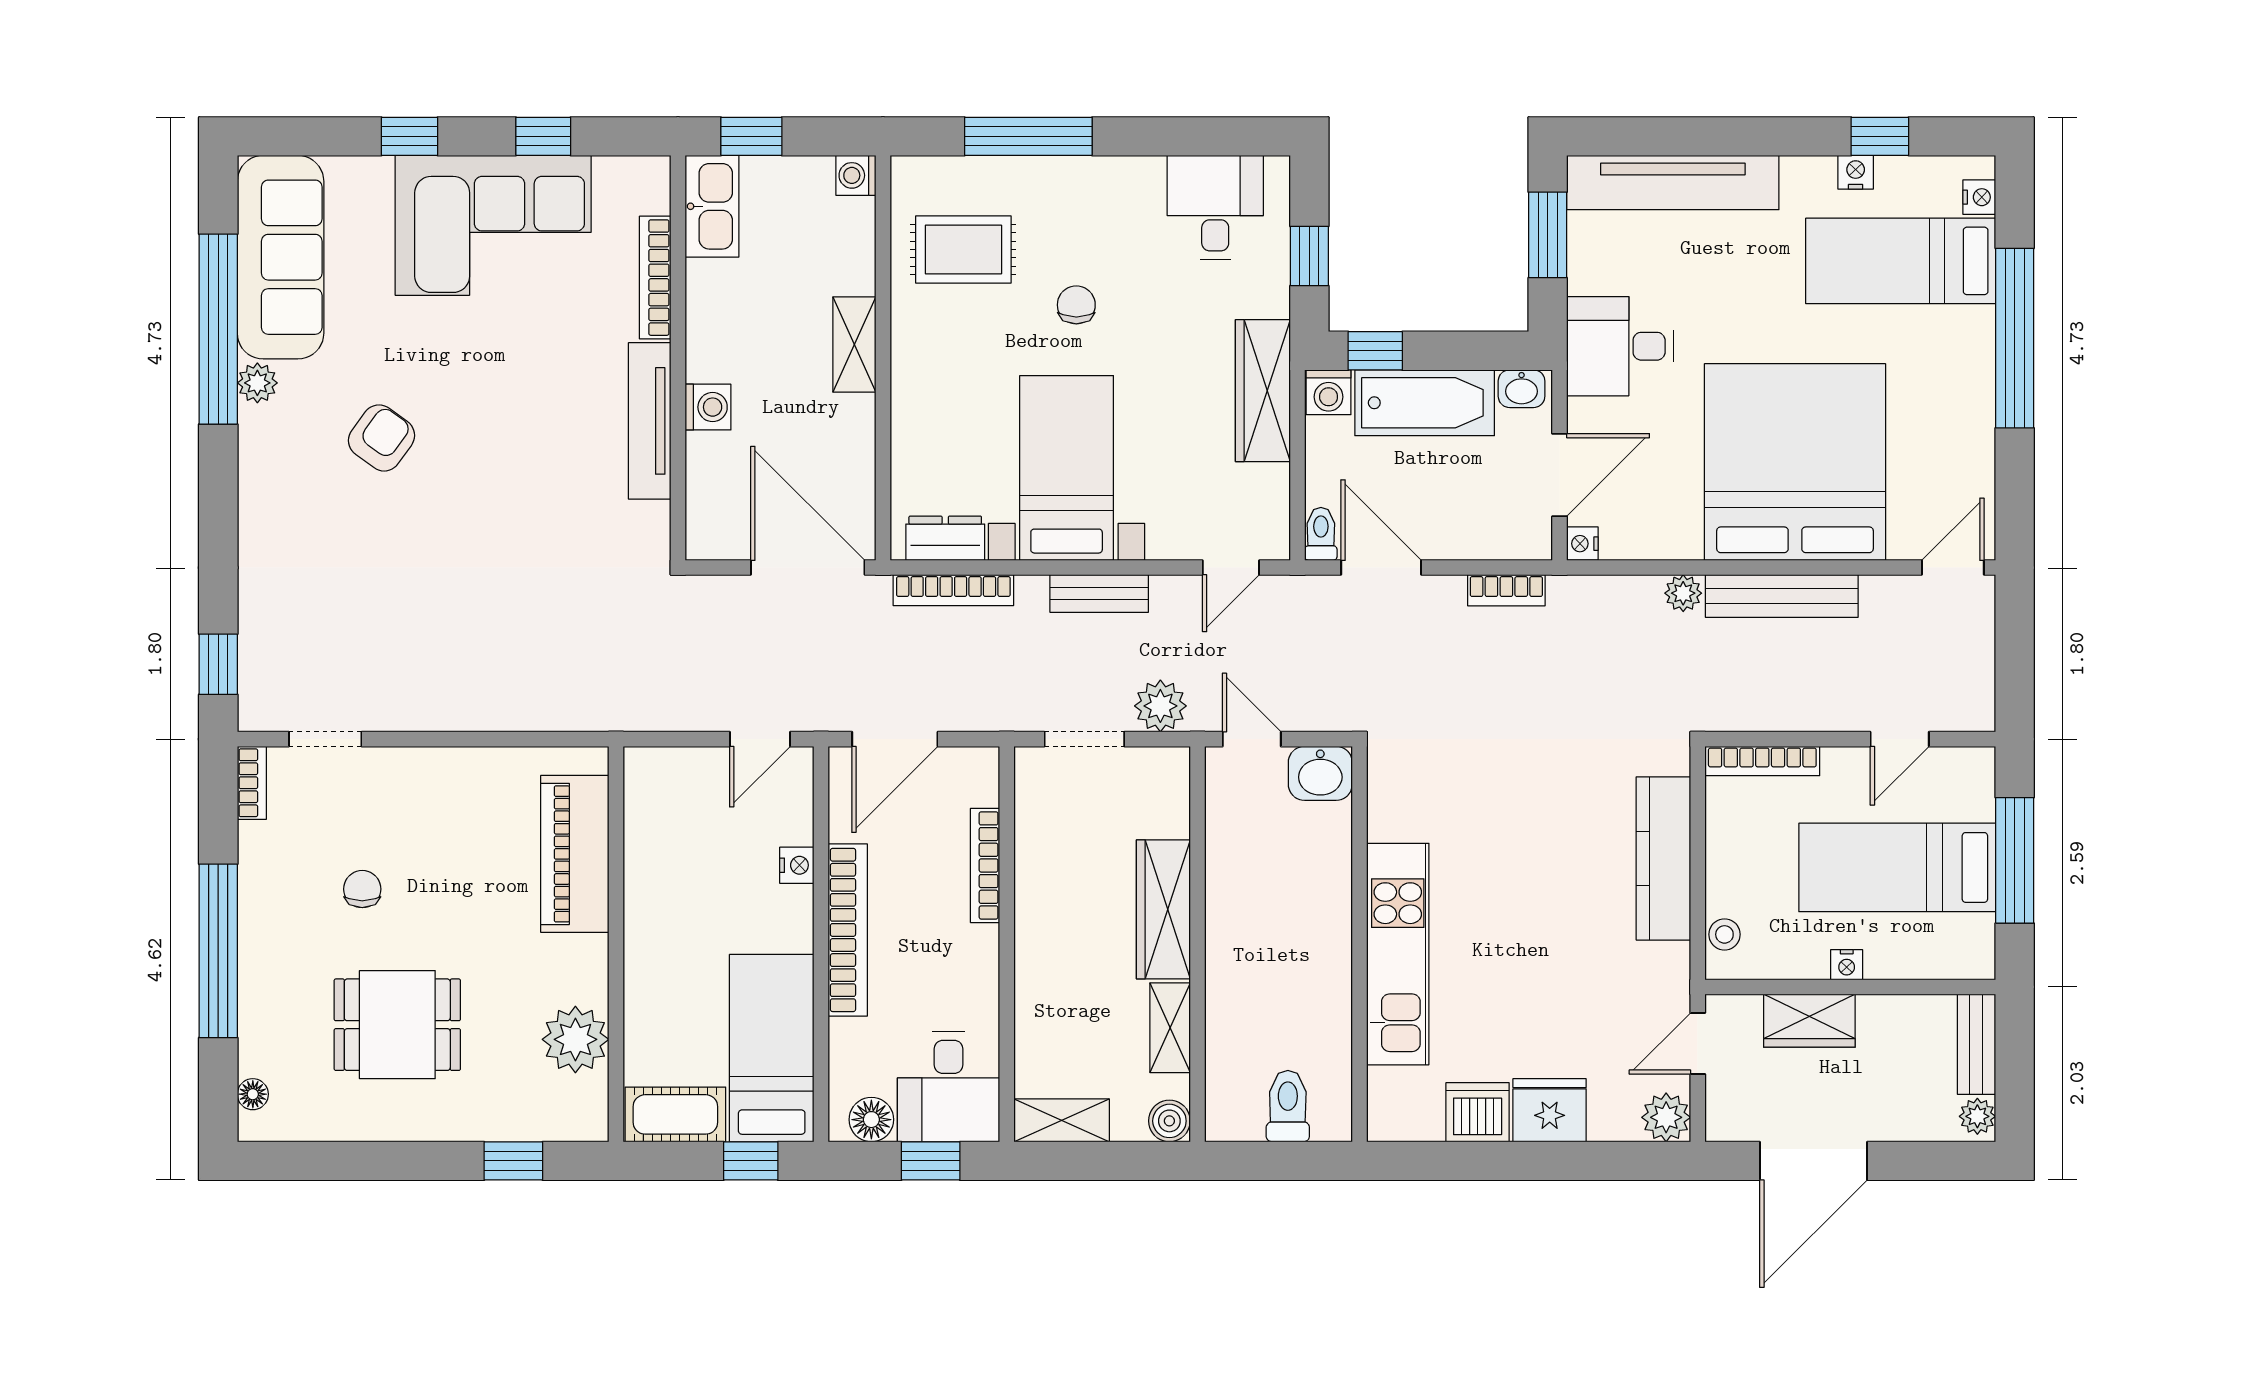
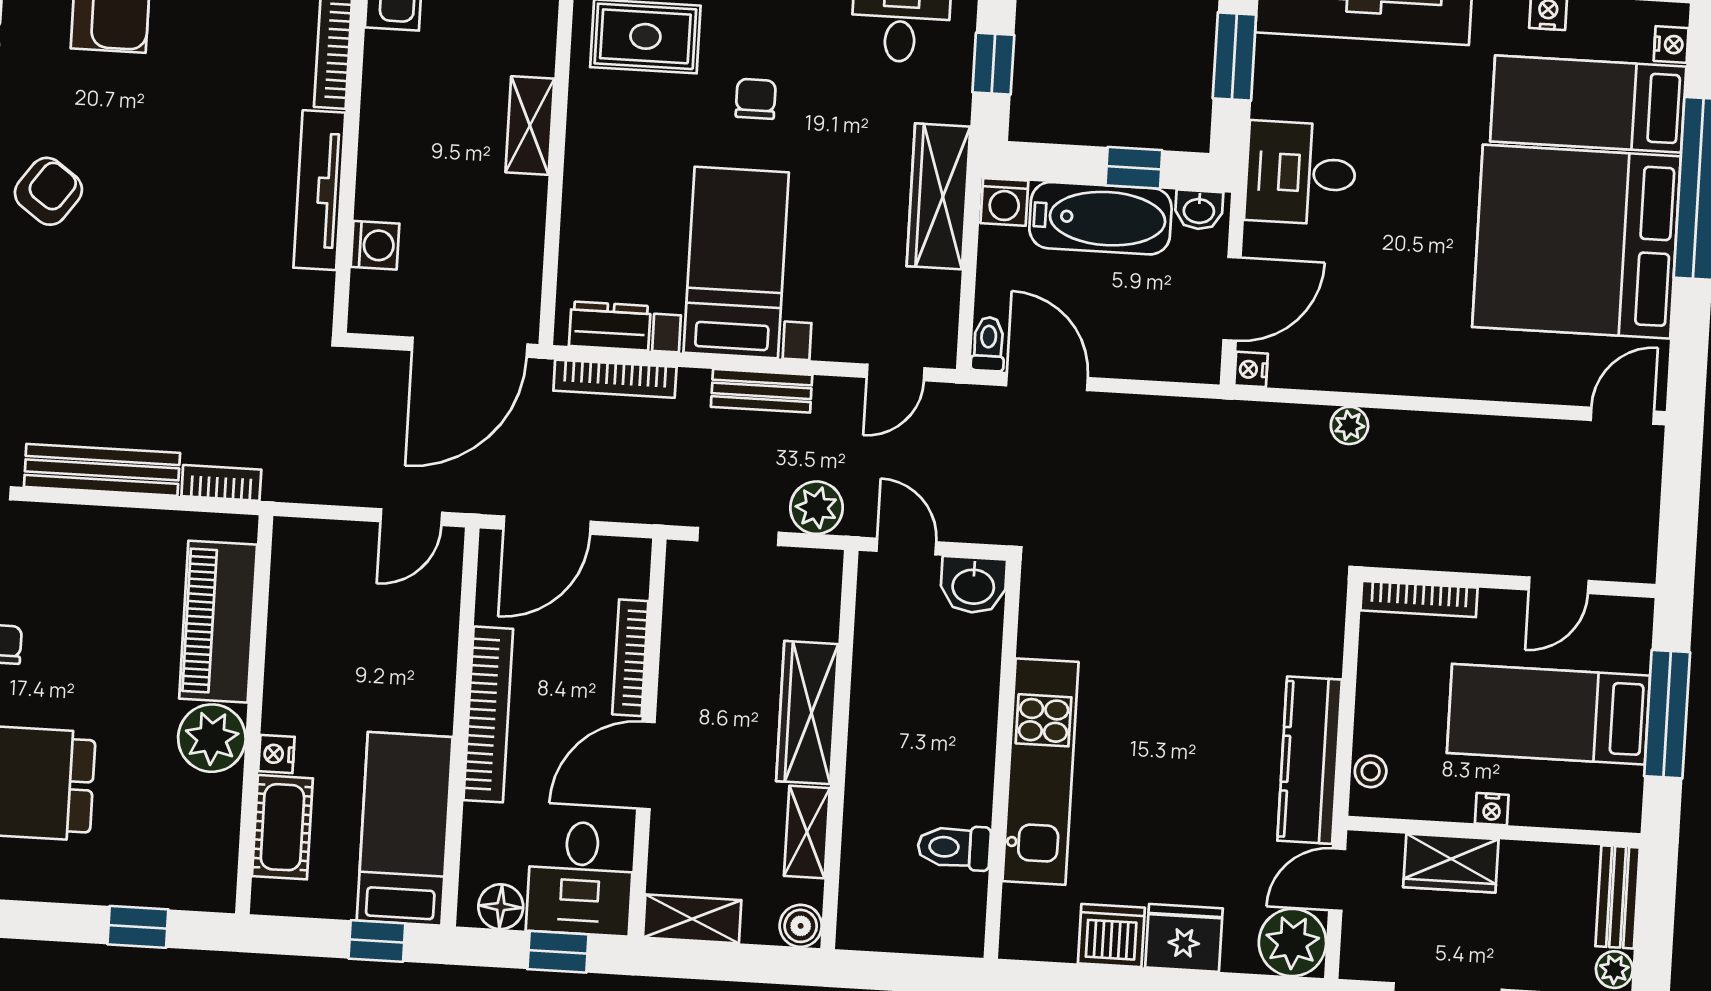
window: (1375, 351) -> (1134, 168), moved
washing machine: (708, 407) -> (375, 245), moved
bed: (1795, 462) -> (1576, 242), moved, turned -90
door: (808, 568) -> (470, 347), swing flipped
bookcase: (1506, 590) -> (221, 483), moved, turned 180
bench: (1782, 596) -> (102, 470), moved
kitchen counter: (1663, 858) -> (1310, 760), moved
nightstand: (797, 865) -> (276, 754), moved, turned 180
door: (1007, 971) -> (646, 765), added
plant: (575, 1039) -> (212, 738), moved
toilet: (1288, 1106) -> (954, 847), moved, turned -90
cot: (675, 1114) -> (282, 827), moved, turned 90
plant: (1666, 1117) -> (1292, 942), width x1.36, depth x1.36

